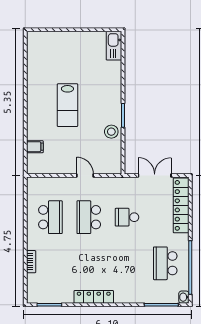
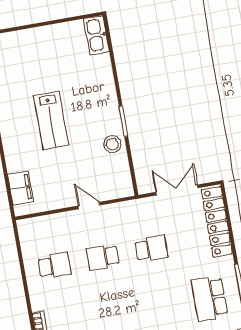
filing cabinet: (35, 147) -> (21, 188), width x2.00
school desk: (50, 217) -> (55, 266), width x0.54
school desk: (89, 217) -> (103, 257), width x0.54
school desk: (127, 217) -> (151, 249), turned 180

